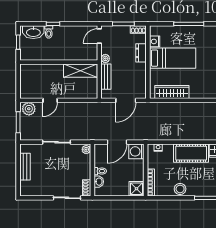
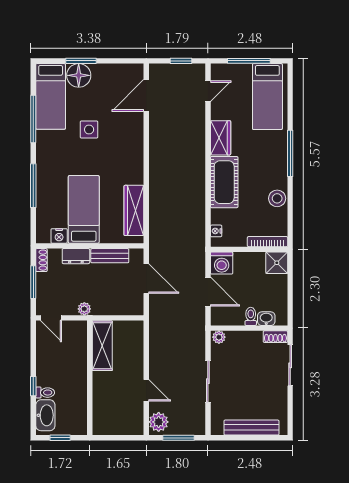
bench: (106, 77) -> (110, 256), moved
bench: (25, 167) -> (251, 428), width x1.36

